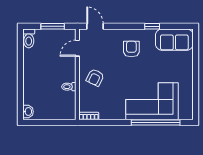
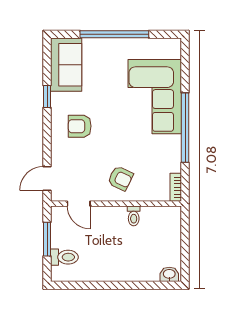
toilet: (29, 38) -> (64, 257), moved
window: (196, 73) -> (114, 34), added
window: (156, 122) -> (185, 128), moved

